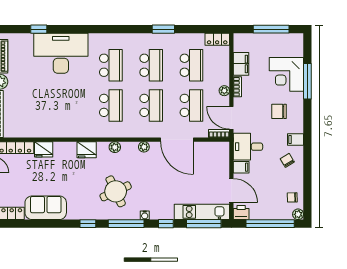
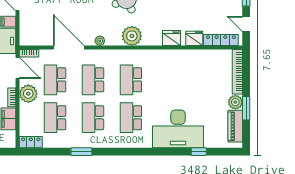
plant: (224, 91) -> (28, 94), width x1.88, depth x1.88
plant: (115, 147) -> (132, 36), width x1.87, depth x1.87
fridge: (87, 150) -> (171, 38), moved

